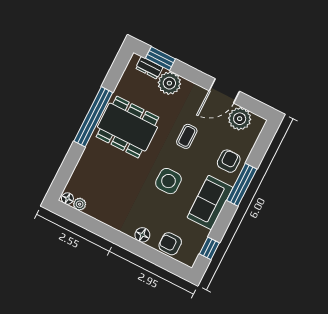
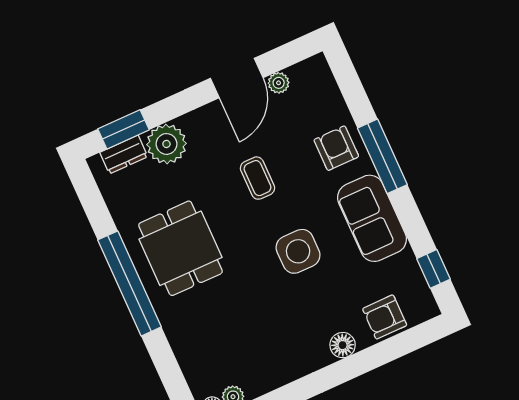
plant: (240, 119) -> (279, 83), width x0.53, depth x0.53
dining table: (127, 127) -> (180, 248), width x0.73

